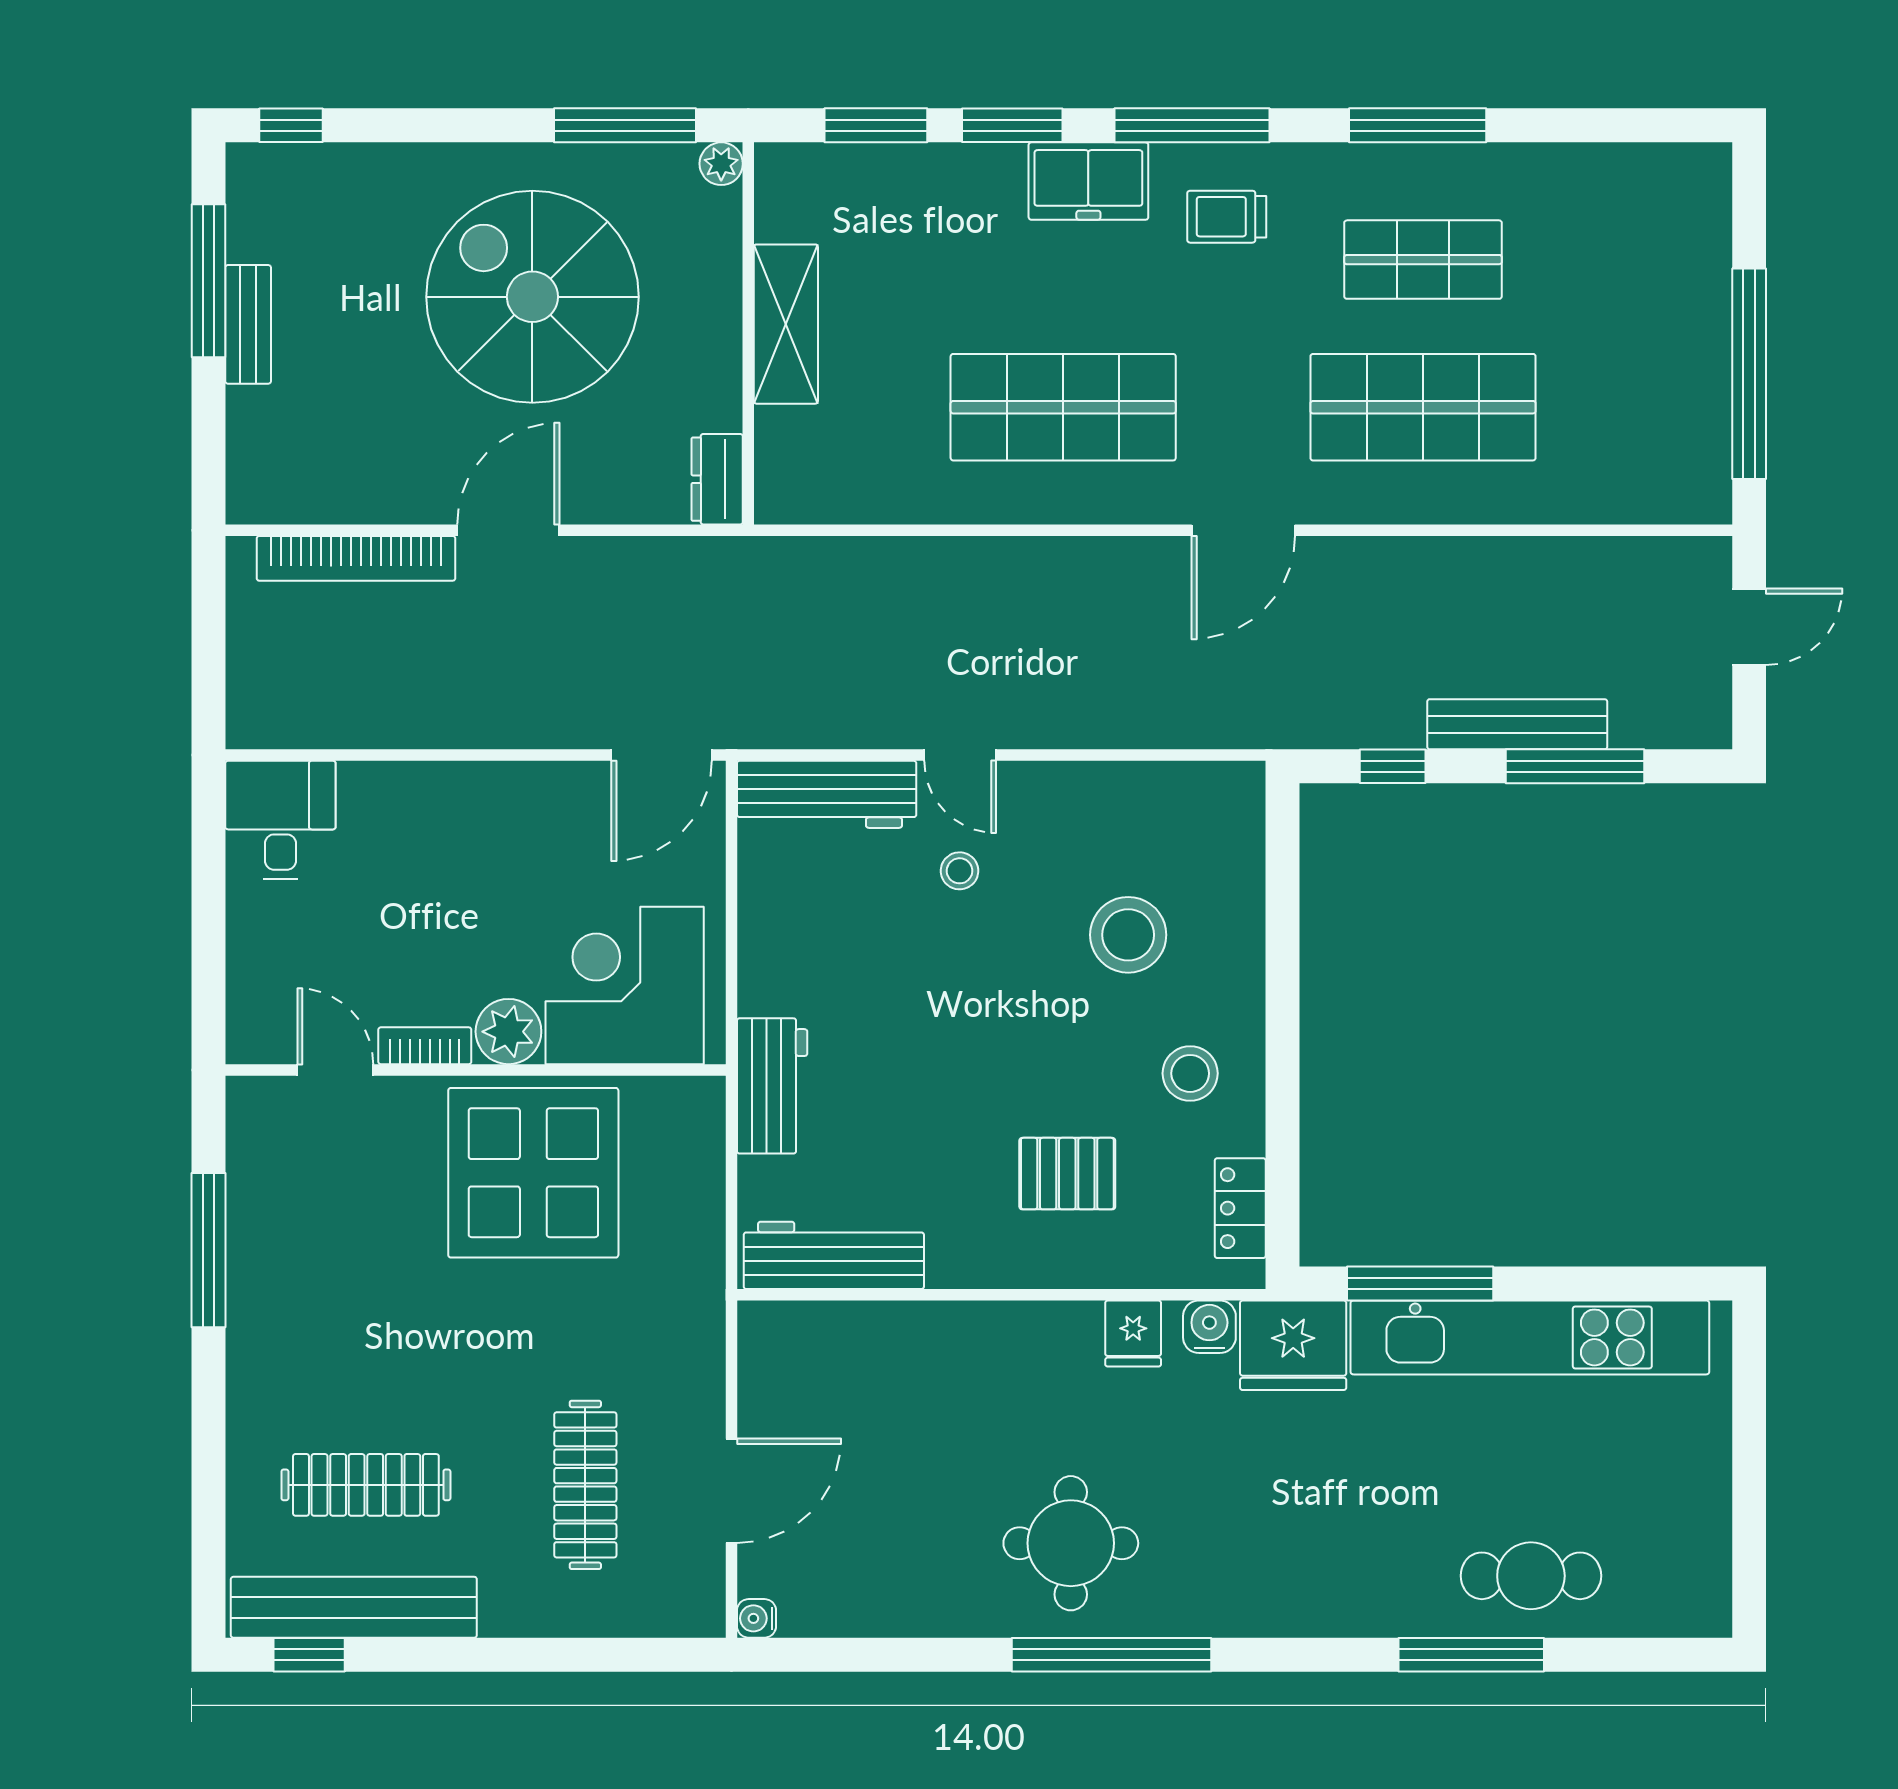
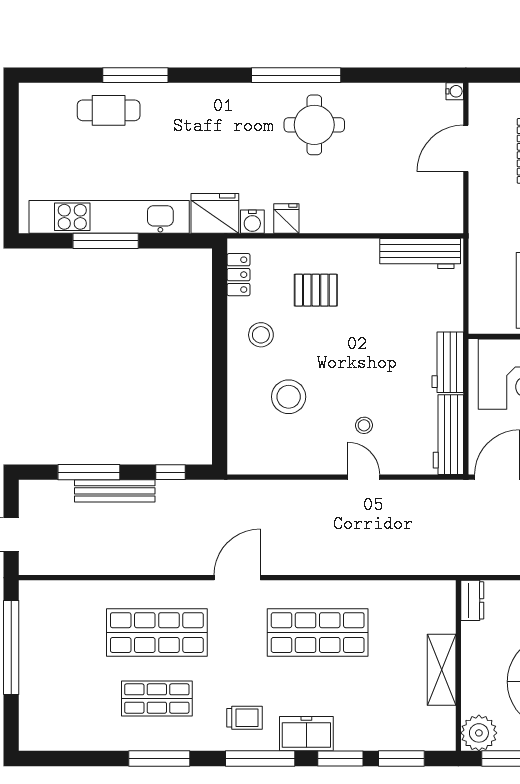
plant: (721, 164) -> (479, 733), width x1.87, depth x1.87
workbench: (827, 794) -> (448, 435), moved, turned -90
workbench: (772, 1086) -> (448, 362), moved
window: (1420, 1284) -> (106, 241), moved

